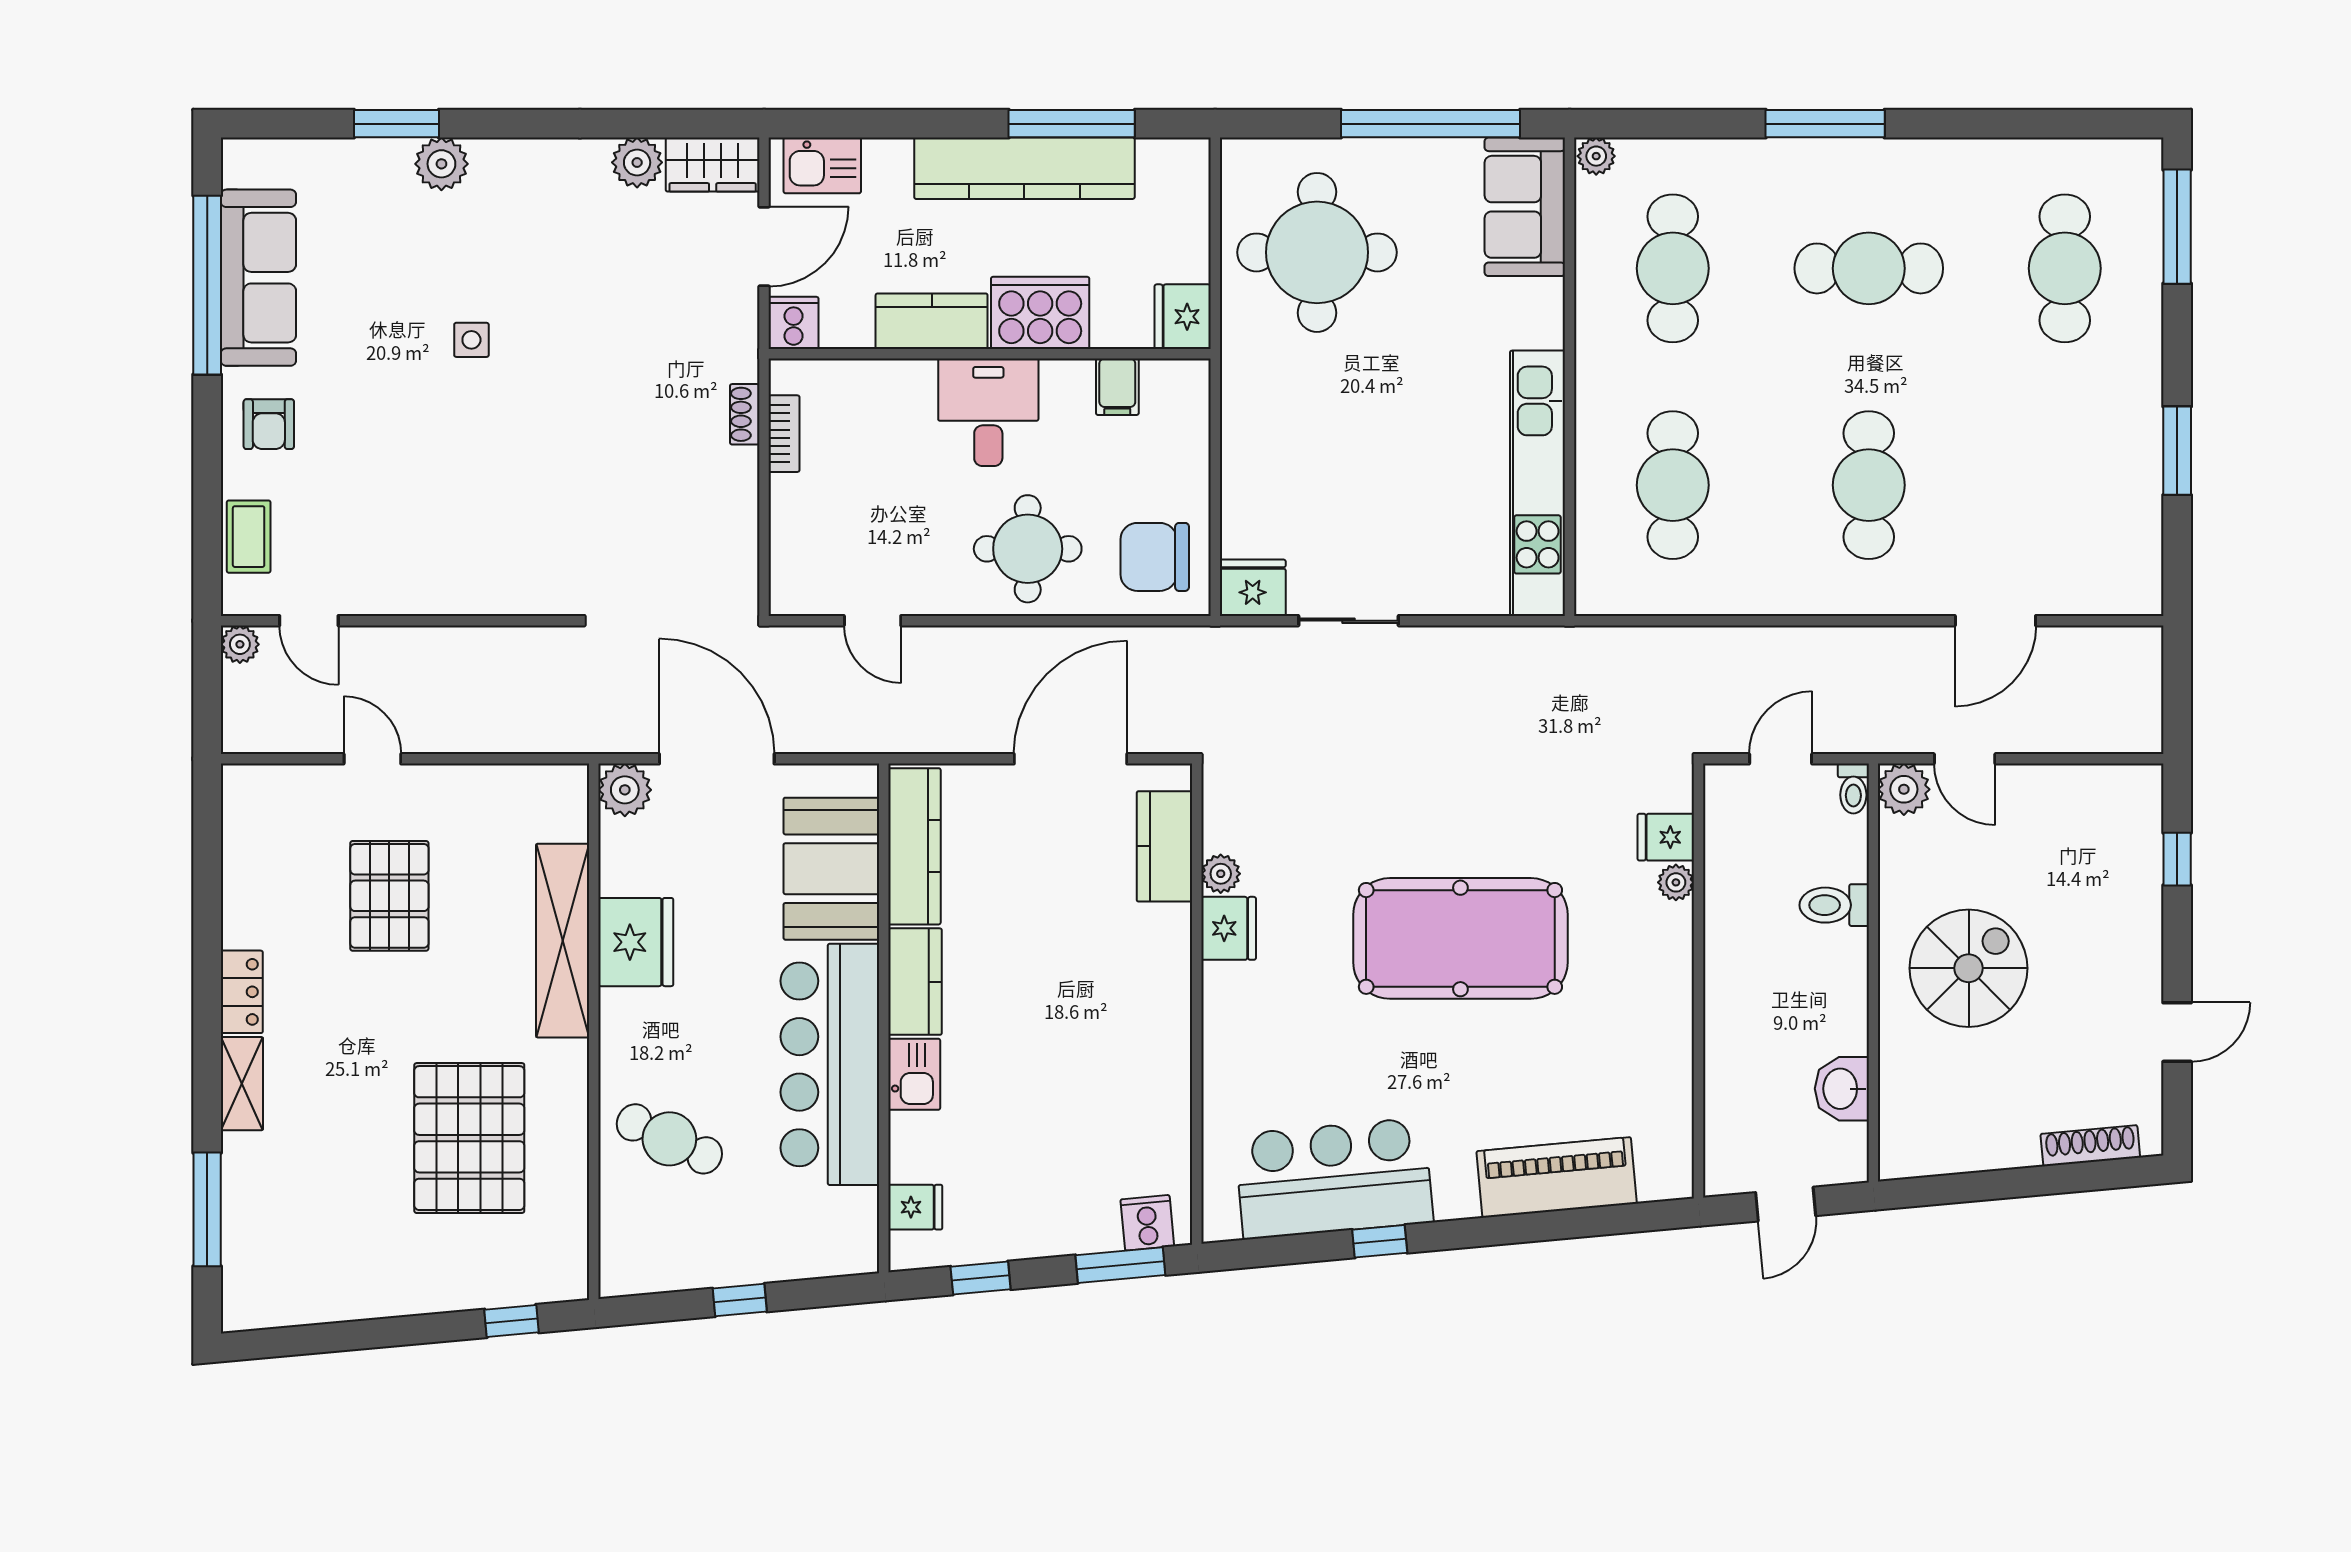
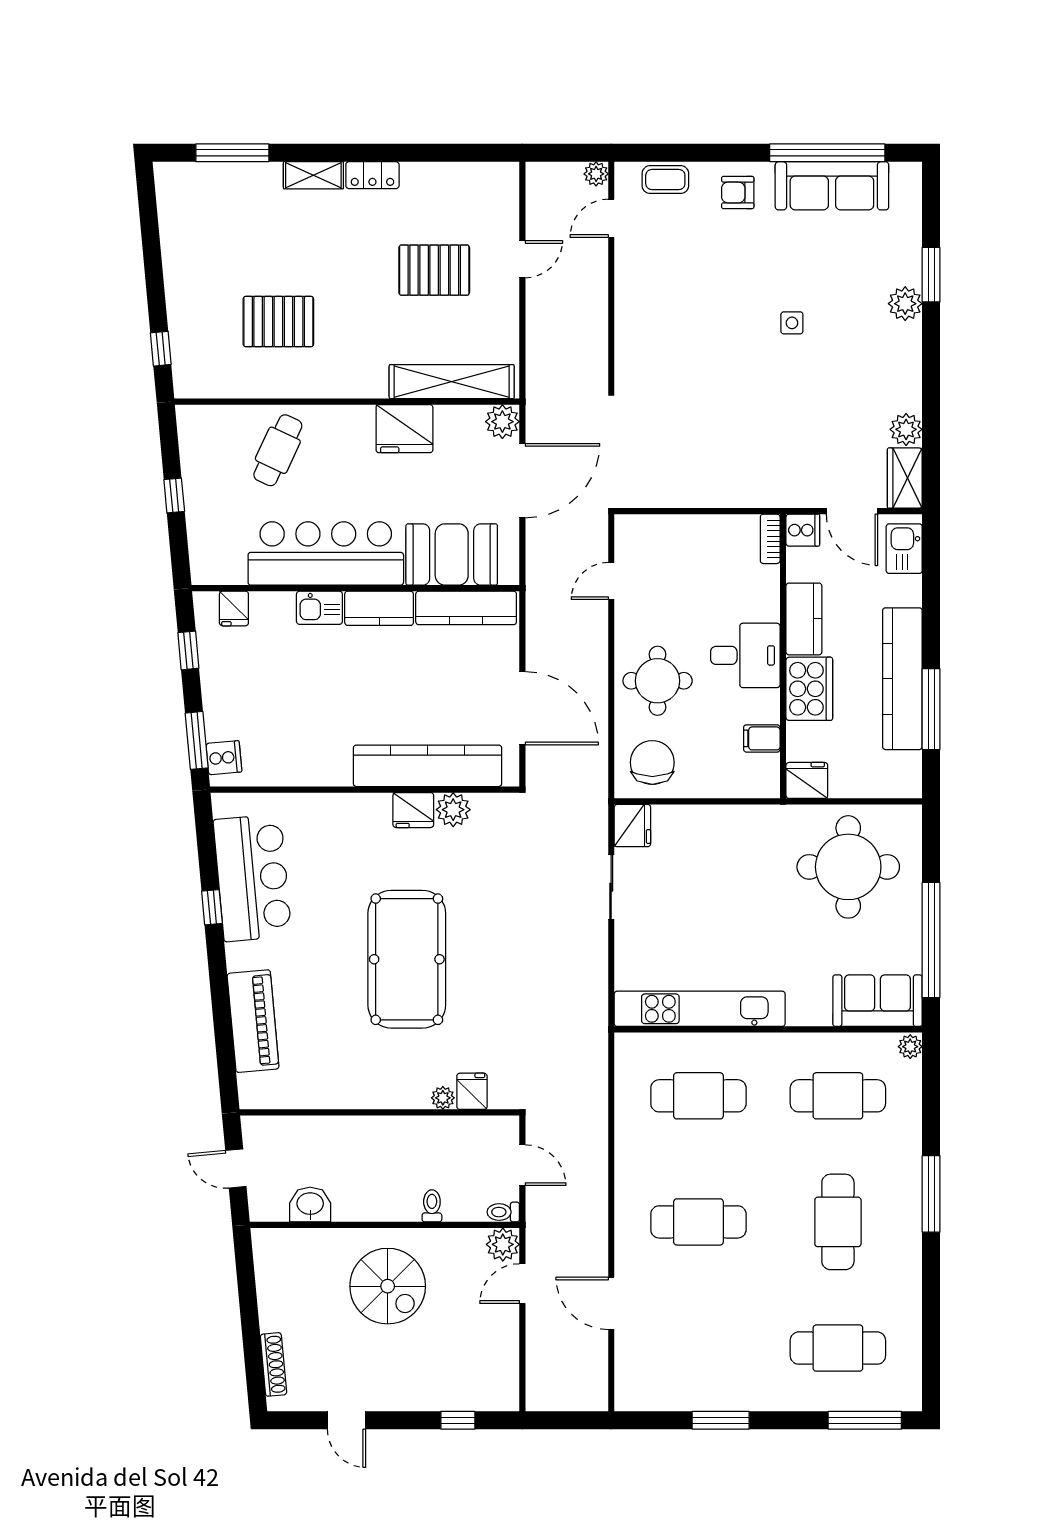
shoe rack: (745, 414) -> (744, 499), removed
bookcase: (784, 434) -> (770, 539), moved, turned 90
kitchen counter: (1164, 846) -> (427, 766), width x2.08, depth x1.17
plant: (1221, 874) -> (453, 810), width x1.38, depth x1.38
toilet: (1834, 905) -> (432, 1206), width x0.73, depth x0.72
shelving: (563, 941) -> (452, 382), moved
pallet: (469, 1138) -> (278, 322), width x0.73, depth x0.71

